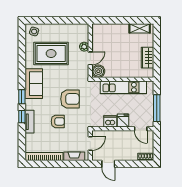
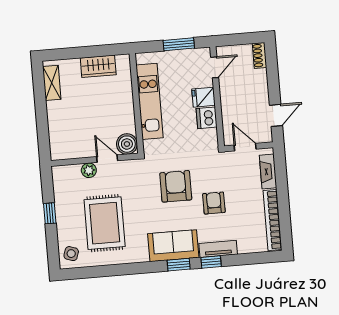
window: (60, 20) -> (50, 213), added
sofa: (34, 84) -> (173, 246), moved
window: (157, 108) -> (179, 44), width x0.69

